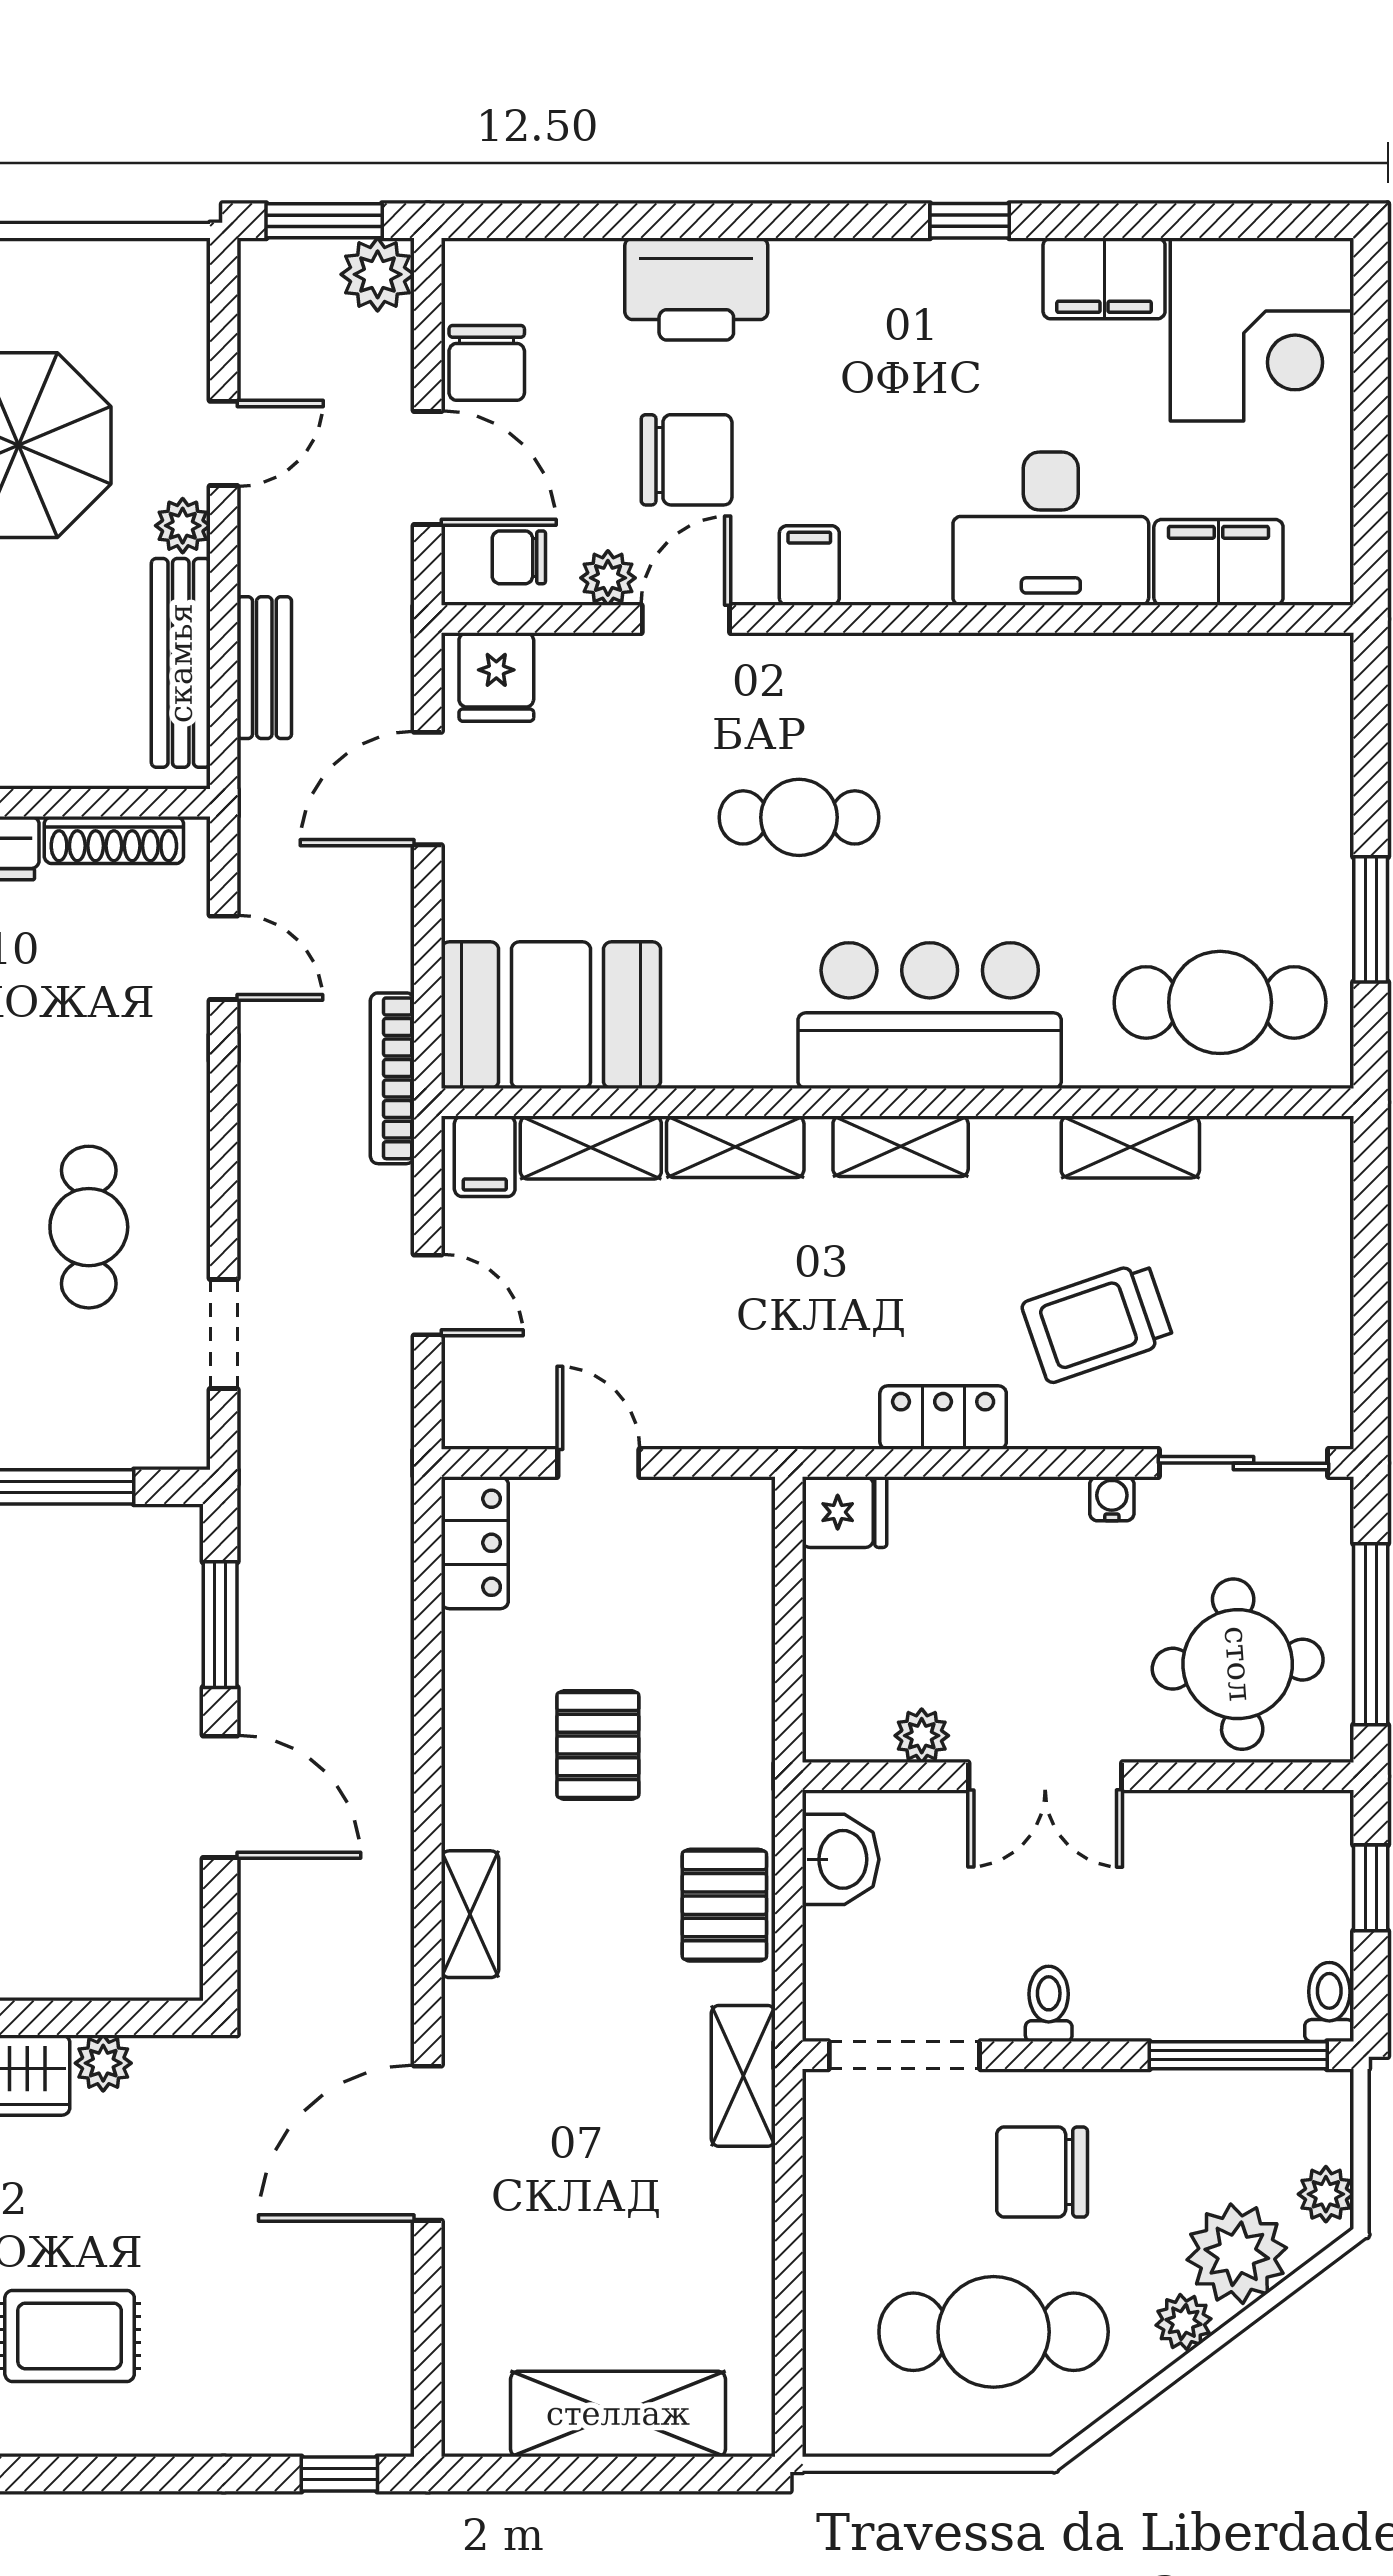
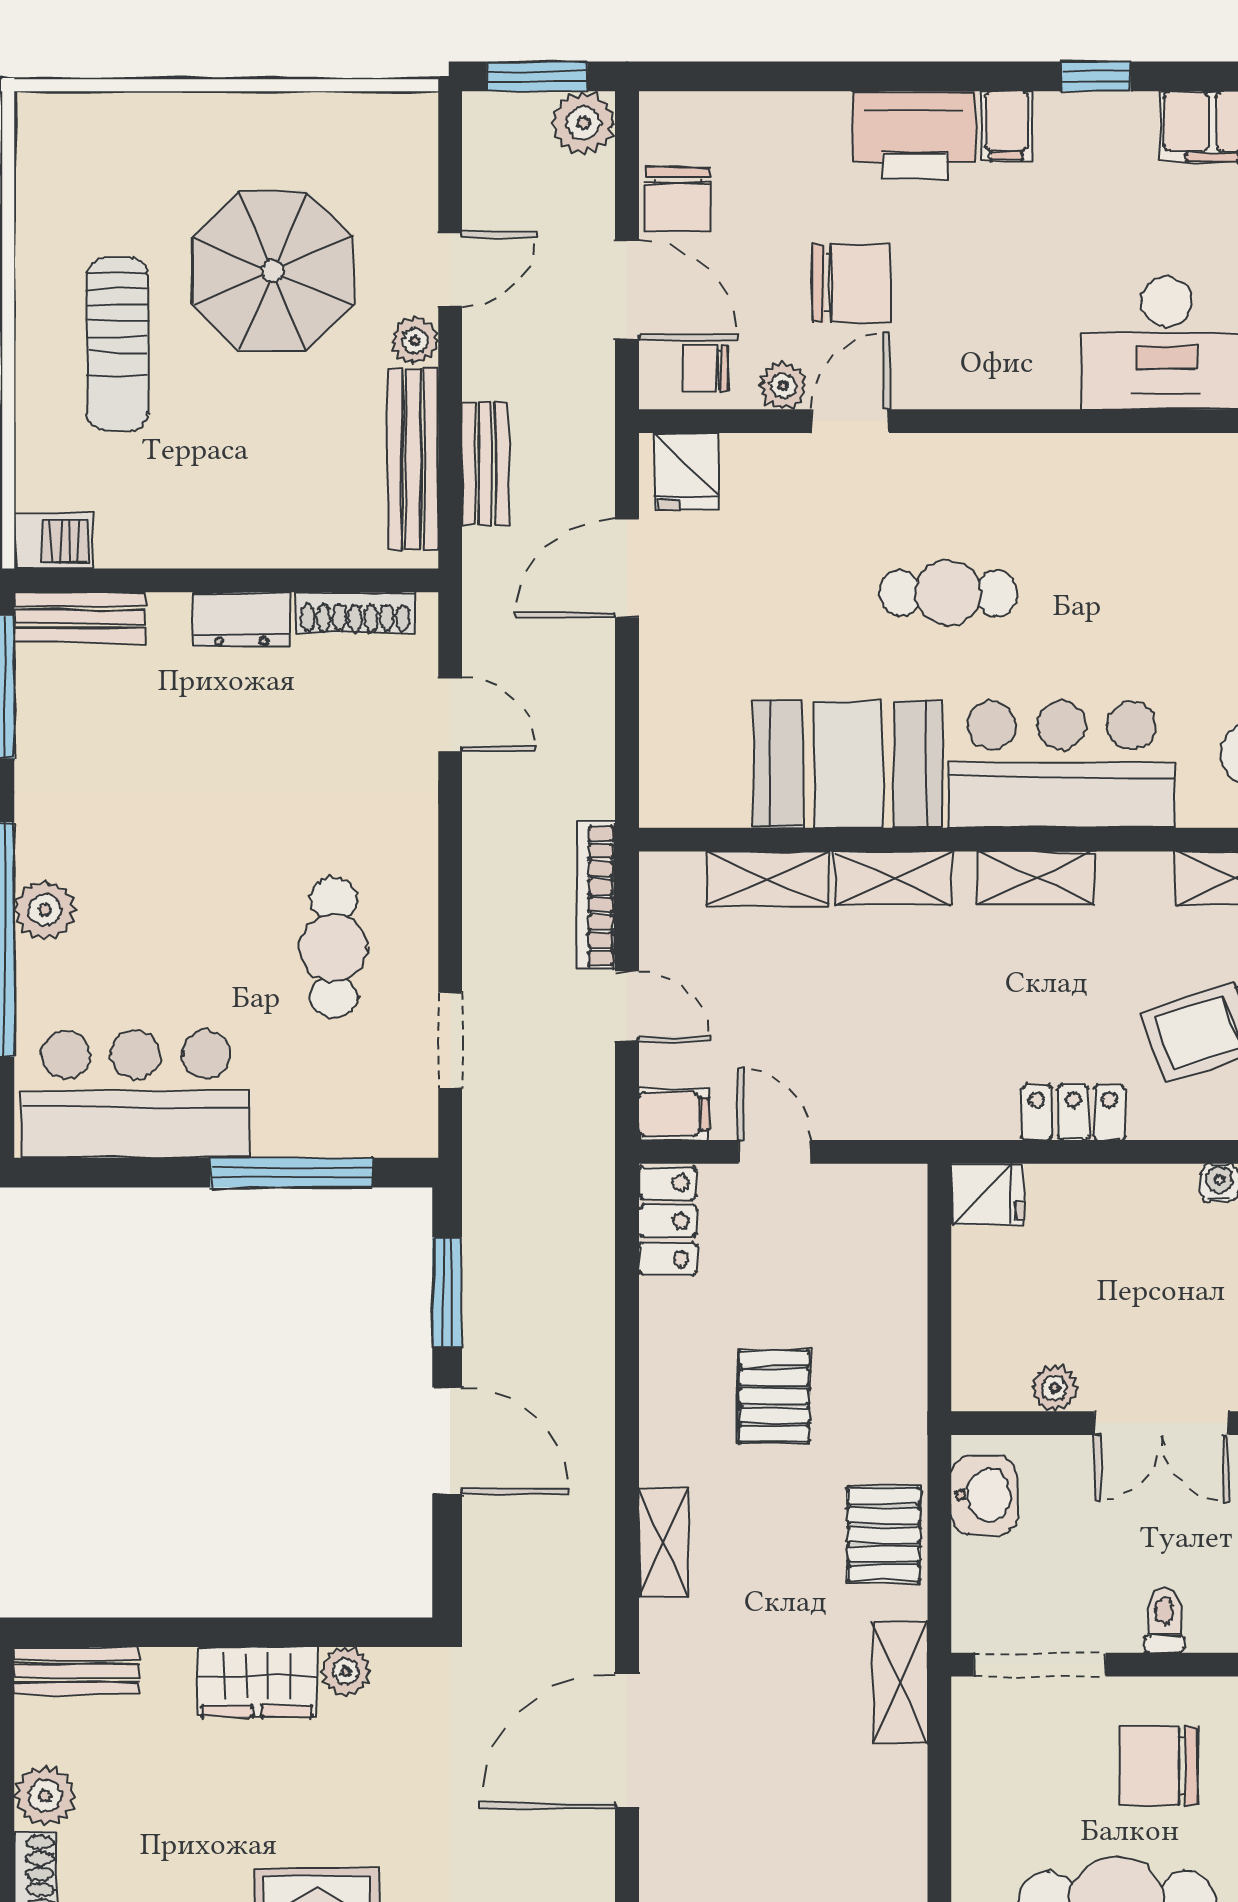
printer: (696, 289) -> (914, 136), moved
filing cabinet: (809, 565) -> (1007, 126), moved, turned 180
booth: (551, 1015) -> (848, 764), moved
bookcase: (392, 1078) -> (596, 896), moved
filing cabinet: (485, 1156) -> (674, 1114), moved, turned -90

